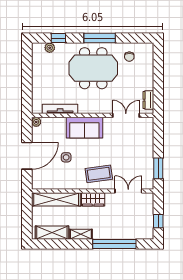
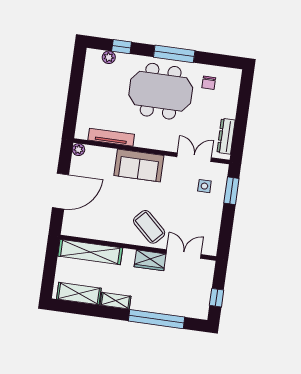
dresser: (148, 100) -> (226, 136), width x1.44
side table: (66, 157) -> (204, 186), moved
window: (158, 168) -> (231, 191), moved
coffee table: (99, 174) -> (149, 227), turned 51
wardrobe: (93, 199) -> (150, 260), moved

